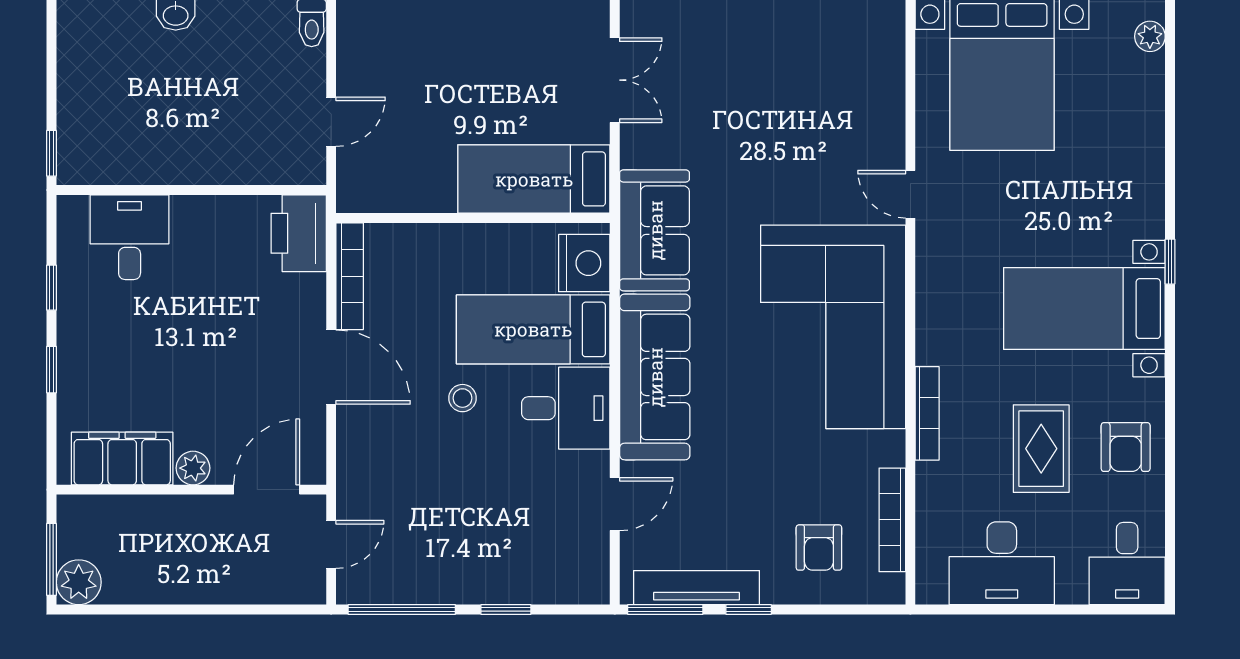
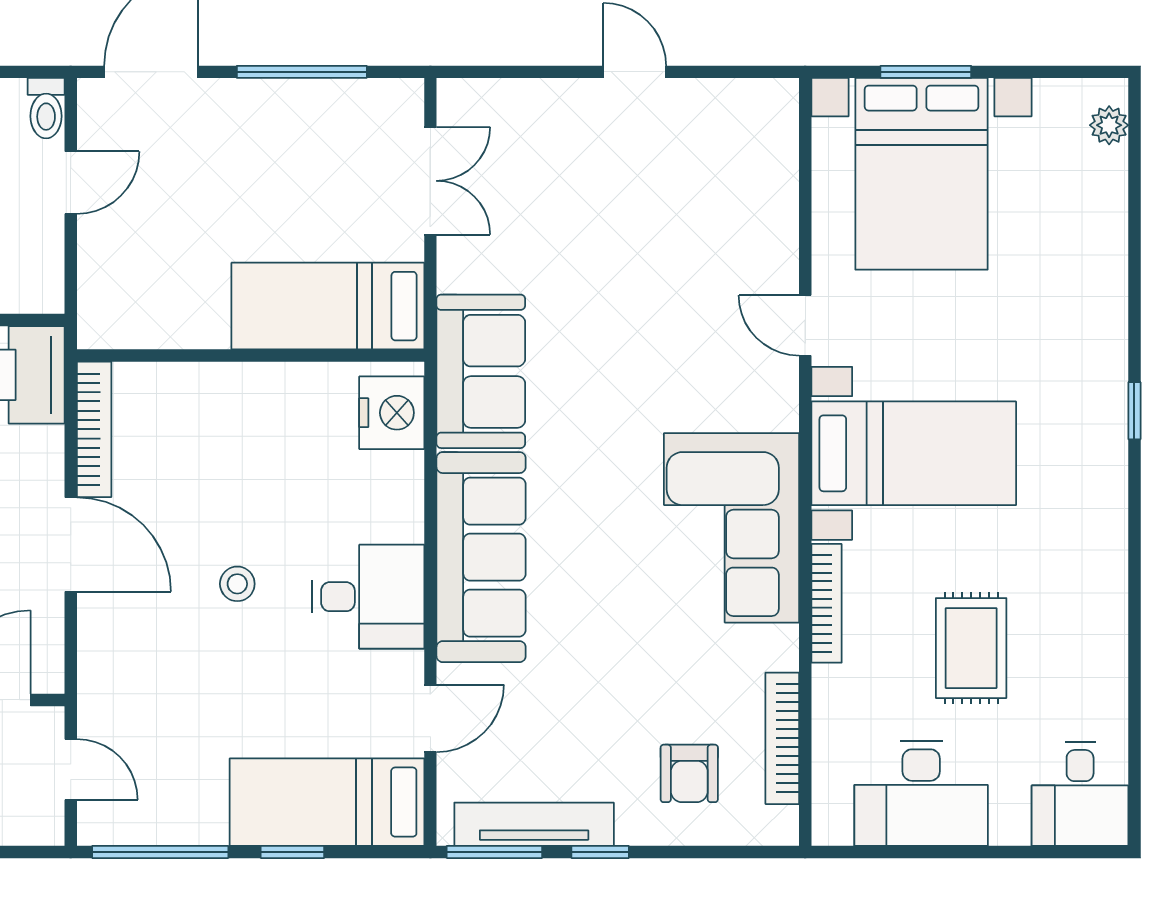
door: (331, 122) -> (71, 183), moved
bed with nightstands: (1084, 309) -> (914, 453), moved, turned 180
corner sofa: (833, 327) -> (731, 528), width x0.73, depth x0.74
bed: (533, 329) -> (327, 802), moved
armchair: (1126, 447) -> (1078, 646), removed
door: (331, 544) -> (71, 769), hinge flipped

